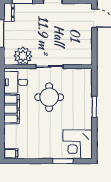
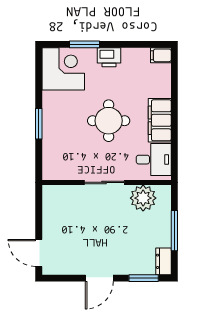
round table: (49, 97) -> (109, 121), moved
printer: (46, 152) -> (109, 57), added

